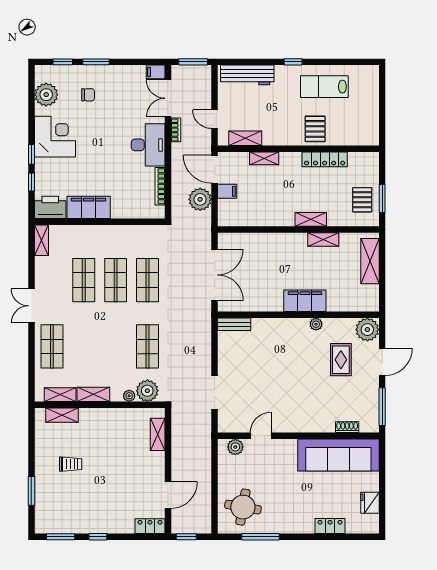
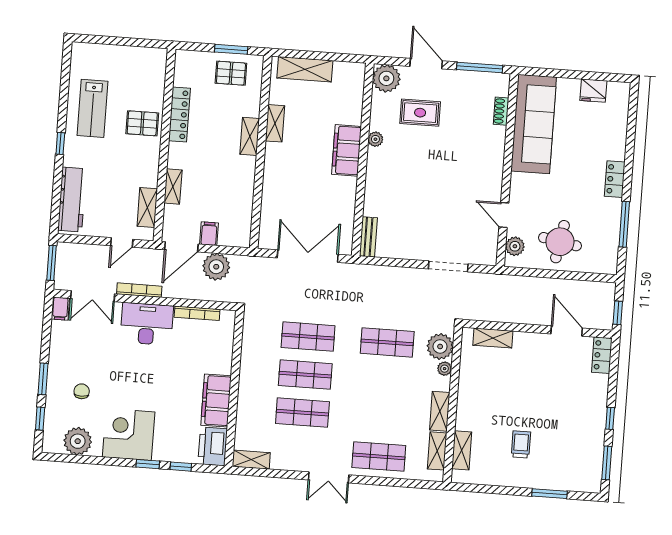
bookcase: (176, 130) -> (139, 290), width x1.56
round table: (243, 507) -> (560, 242), moved
locker: (330, 526) -> (615, 179), moved

